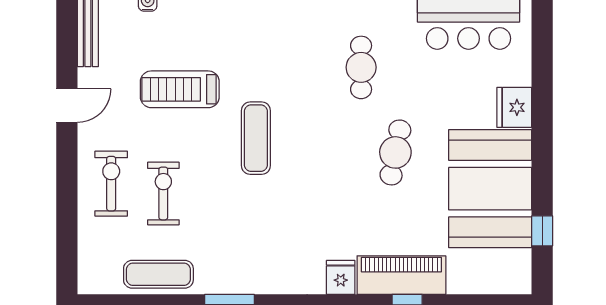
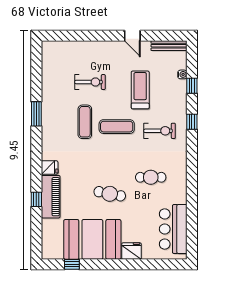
exercise bike: (111, 184) -> (160, 131), moved
exercise mat: (158, 274) -> (85, 122), moved

